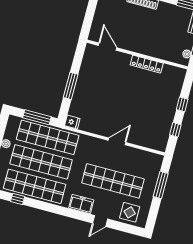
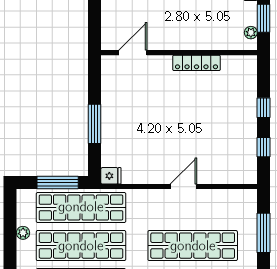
door: (108, 47) -> (133, 53), hinge flipped

